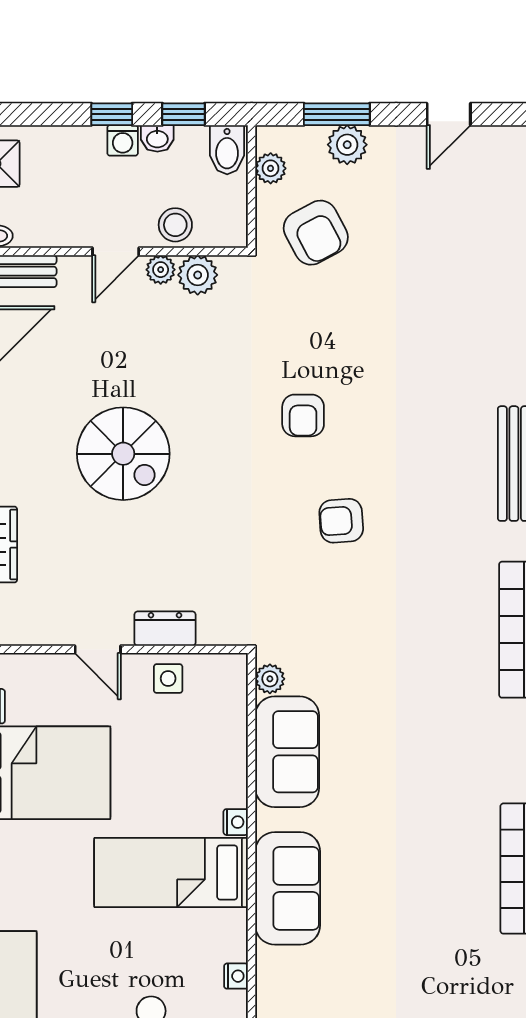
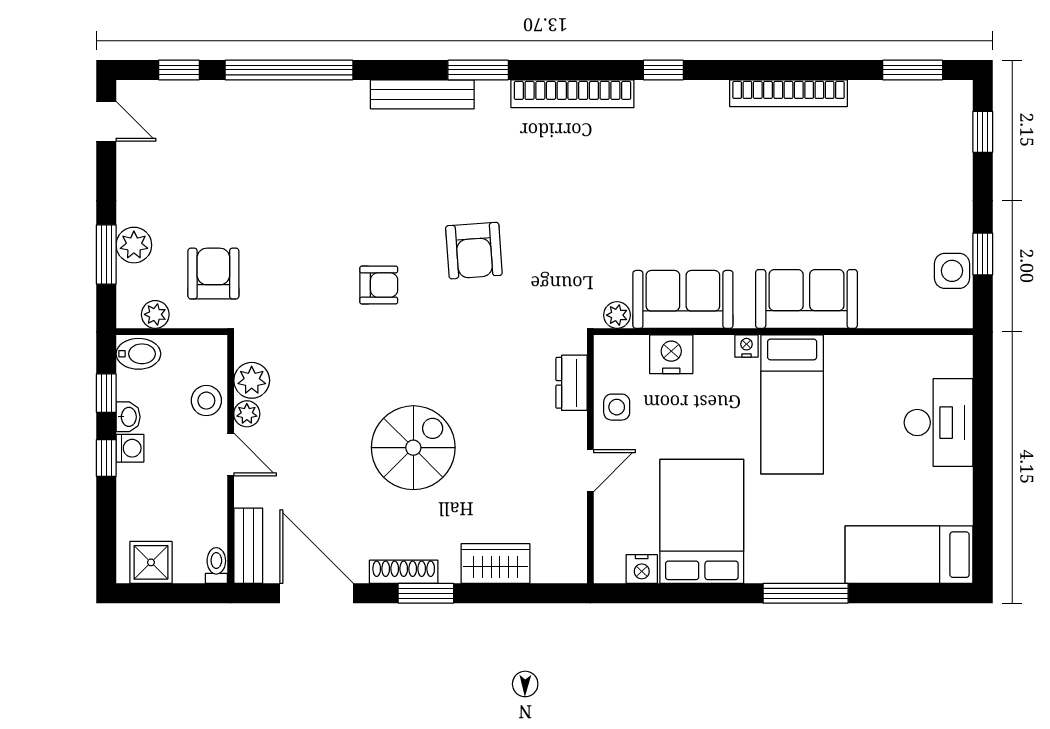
door: (449, 114) -> (106, 121), moved
armchair: (316, 233) -> (213, 274), turned -62
armchair: (341, 521) -> (474, 251), width x1.38, depth x1.38
dresser: (165, 629) -> (572, 383), moved
nightstand: (236, 976) -> (671, 354), moved, width x1.89, depth x1.79

